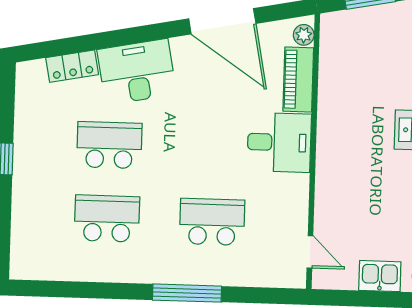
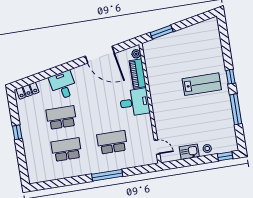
locker: (72, 66) -> (28, 91), moved
desk: (137, 72) -> (63, 85), width x0.73

